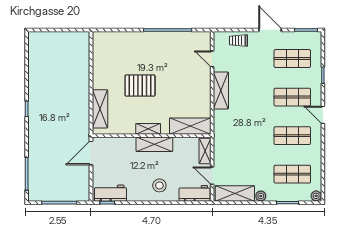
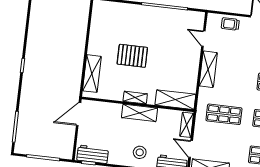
shop shelf: (243, 136) -> (224, 114), added

